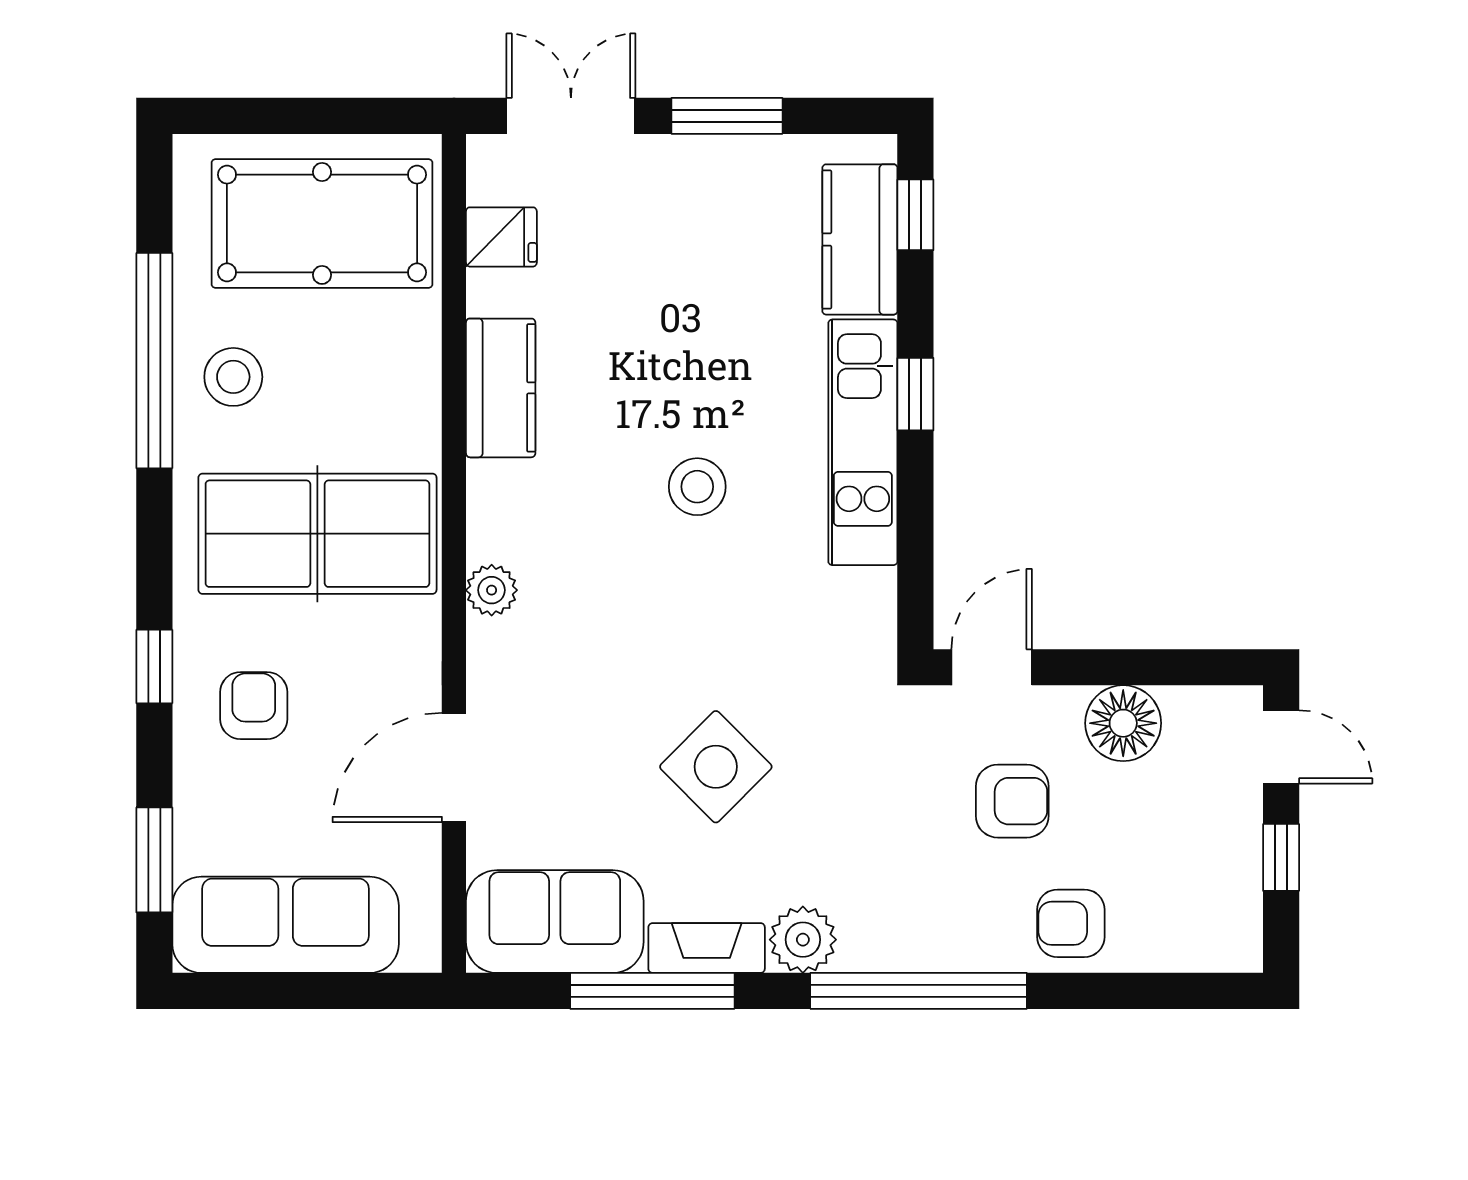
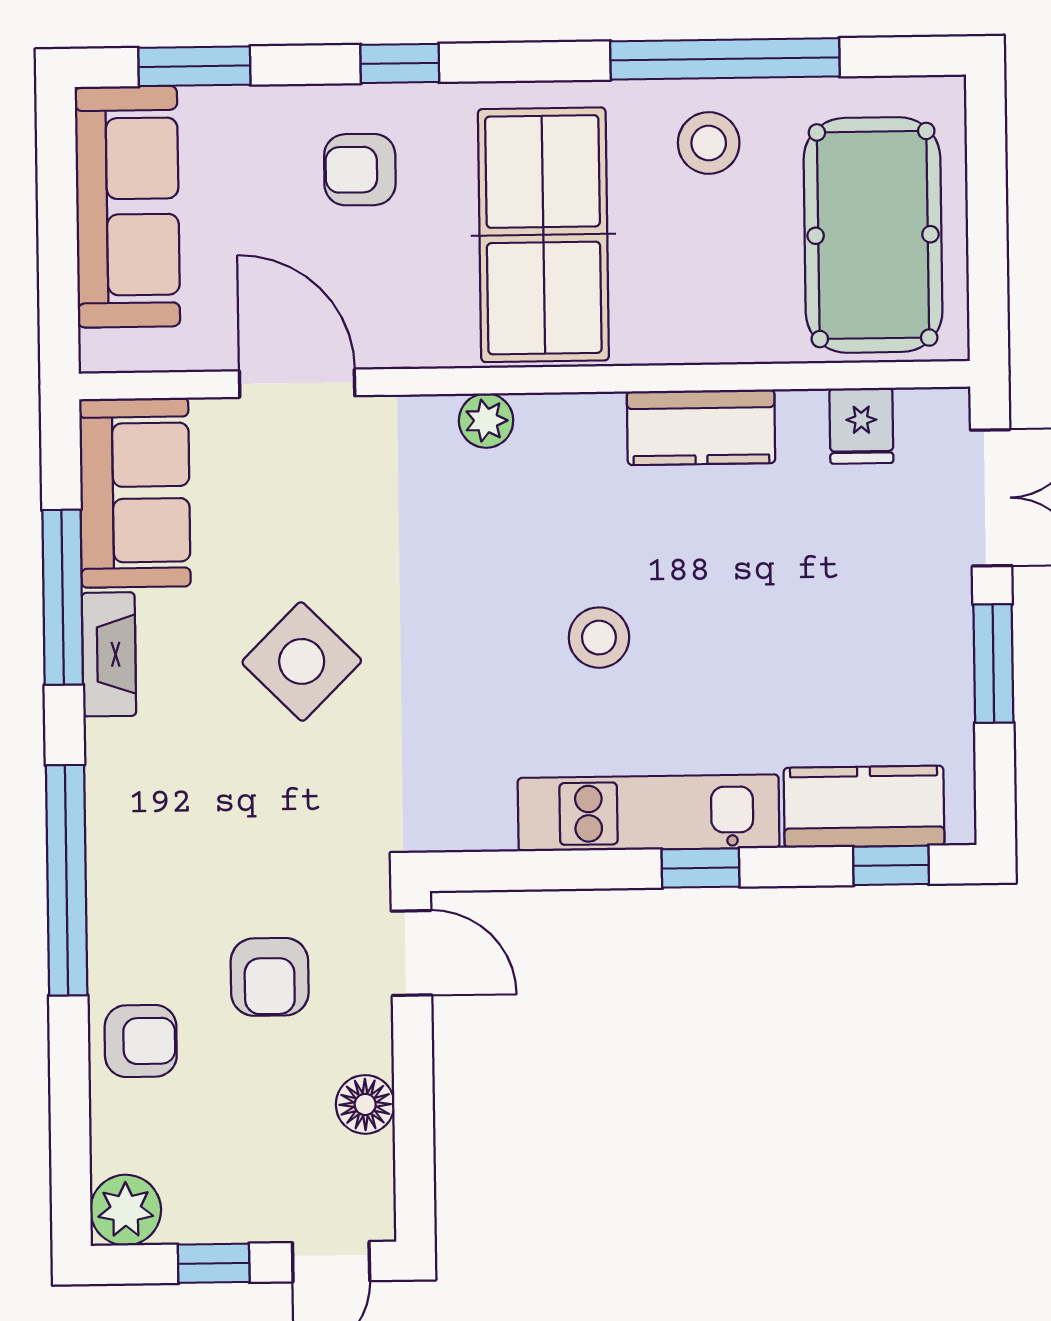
armchair: (254, 706) -> (360, 170), turned 180
floor lamp: (1123, 723) -> (365, 1104), width x0.73, depth x0.73
armchair: (1071, 923) -> (141, 1041), turned 90
plant: (803, 940) -> (126, 1210), moved

